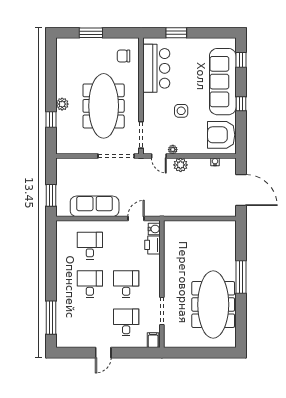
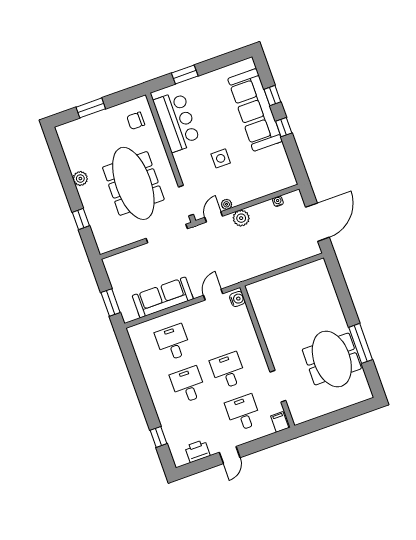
window: (241, 60) -> (272, 96), moved
plant: (62, 104) -> (80, 179), moved
armchair: (221, 135) -> (274, 169), removed
door: (159, 156) -> (214, 217), swing flipped
door: (241, 190) -> (317, 222), hinge flipped
printer: (152, 245) -> (197, 451), moved, turned 90
window: (241, 277) -> (361, 343), moved
meeting table: (213, 305) -> (332, 359), width x0.73
window: (51, 318) -> (158, 437), width x0.46

